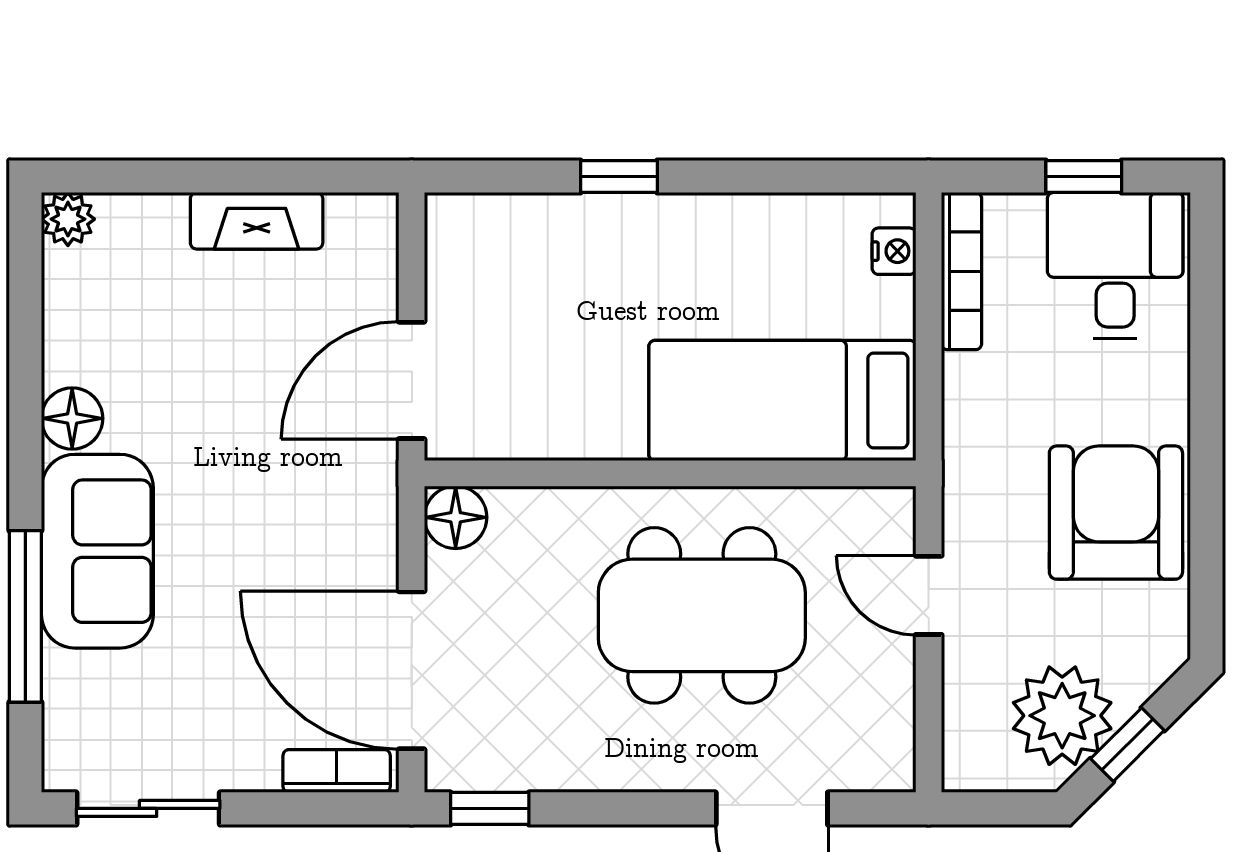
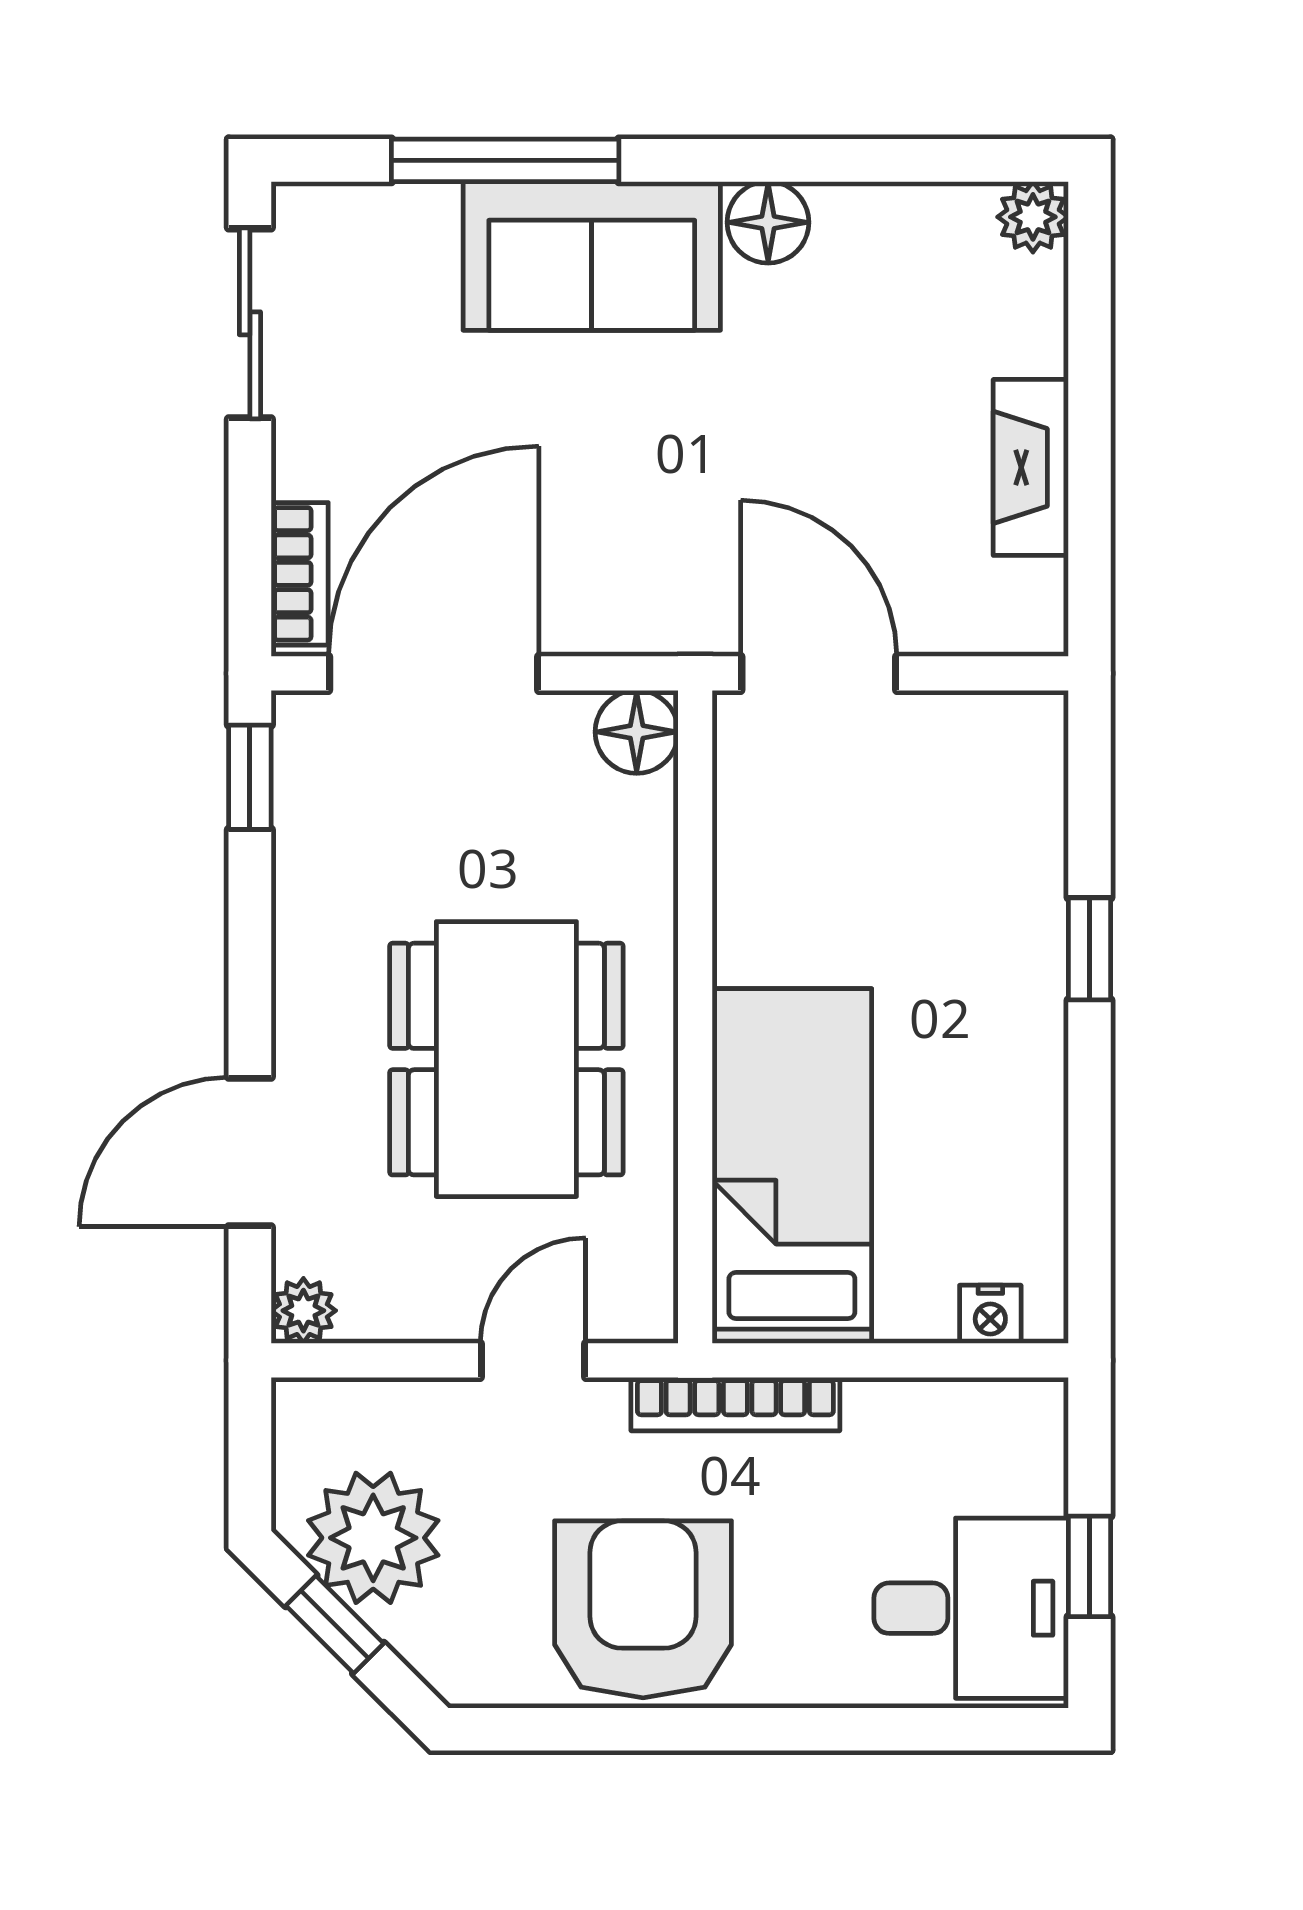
bookcase: (962, 271) -> (735, 1404), moved
armchair: (1116, 513) -> (643, 1609), turned -90
plant: (891, 768) -> (303, 1311), added

